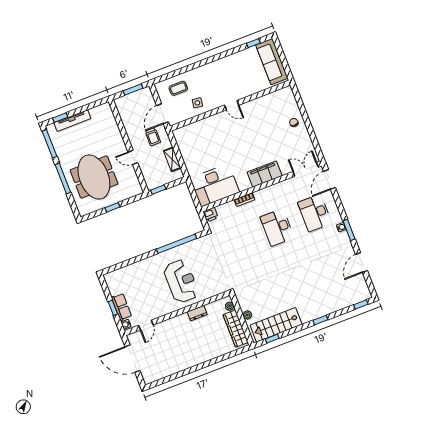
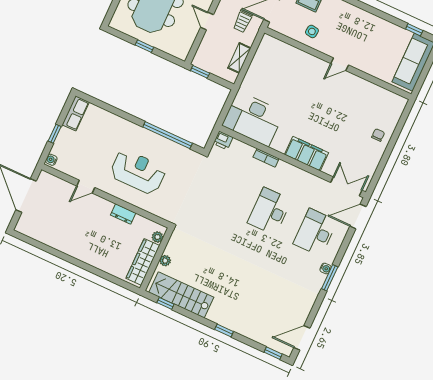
door: (232, 105) -> (340, 64), hinge flipped
door: (362, 263) -> (302, 338), moved
reception desk: (181, 281) -> (138, 172), turned -90
row of seats: (121, 307) -> (76, 113), moved
door: (146, 325) -> (86, 187), moved

